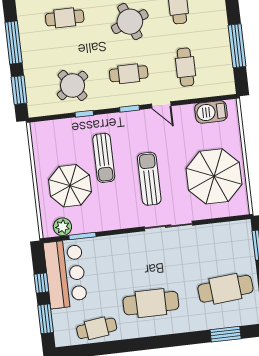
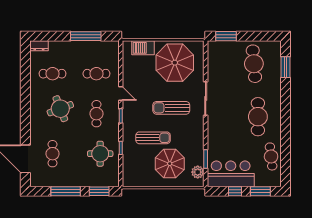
round table: (72, 85) -> (100, 154), turned 36
door: (161, 105) -> (121, 94), hinge flipped
barbecue: (211, 112) -> (143, 48), moved, turned 90

